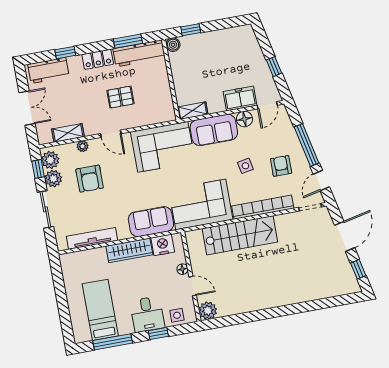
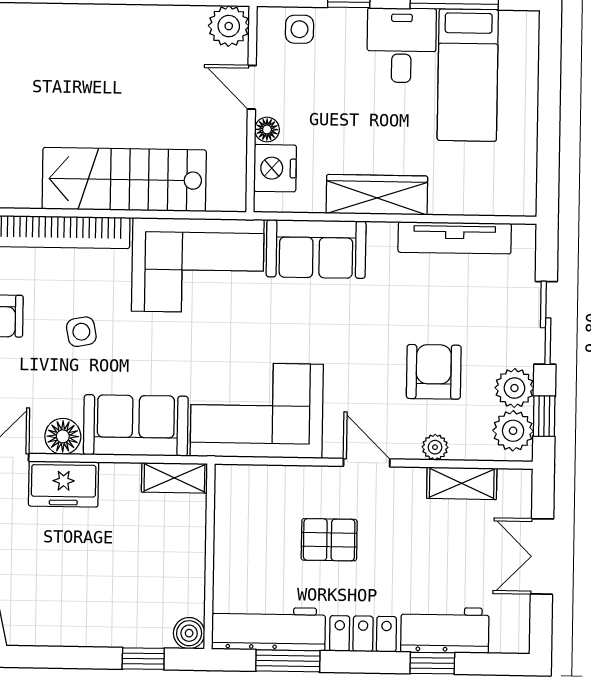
workbench: (48, 70) -> (445, 630), moved
nightstand: (163, 245) -> (275, 168), moved, turned 90
desk: (147, 314) -> (402, 45), moved

